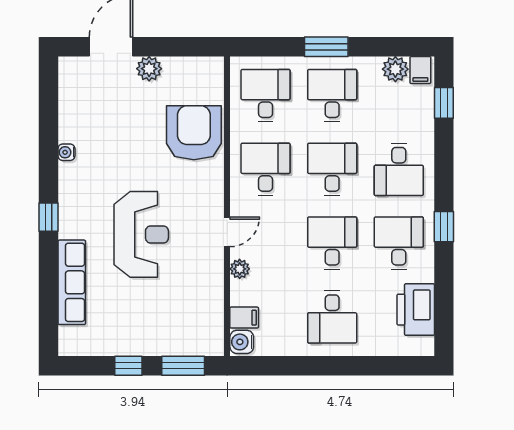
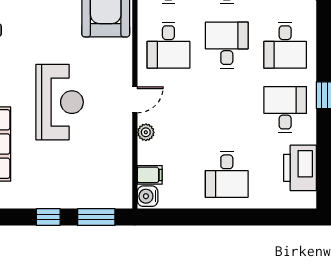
desk: (266, 169) -> (168, 45), turned 180
desk: (332, 243) -> (227, 110), removed

